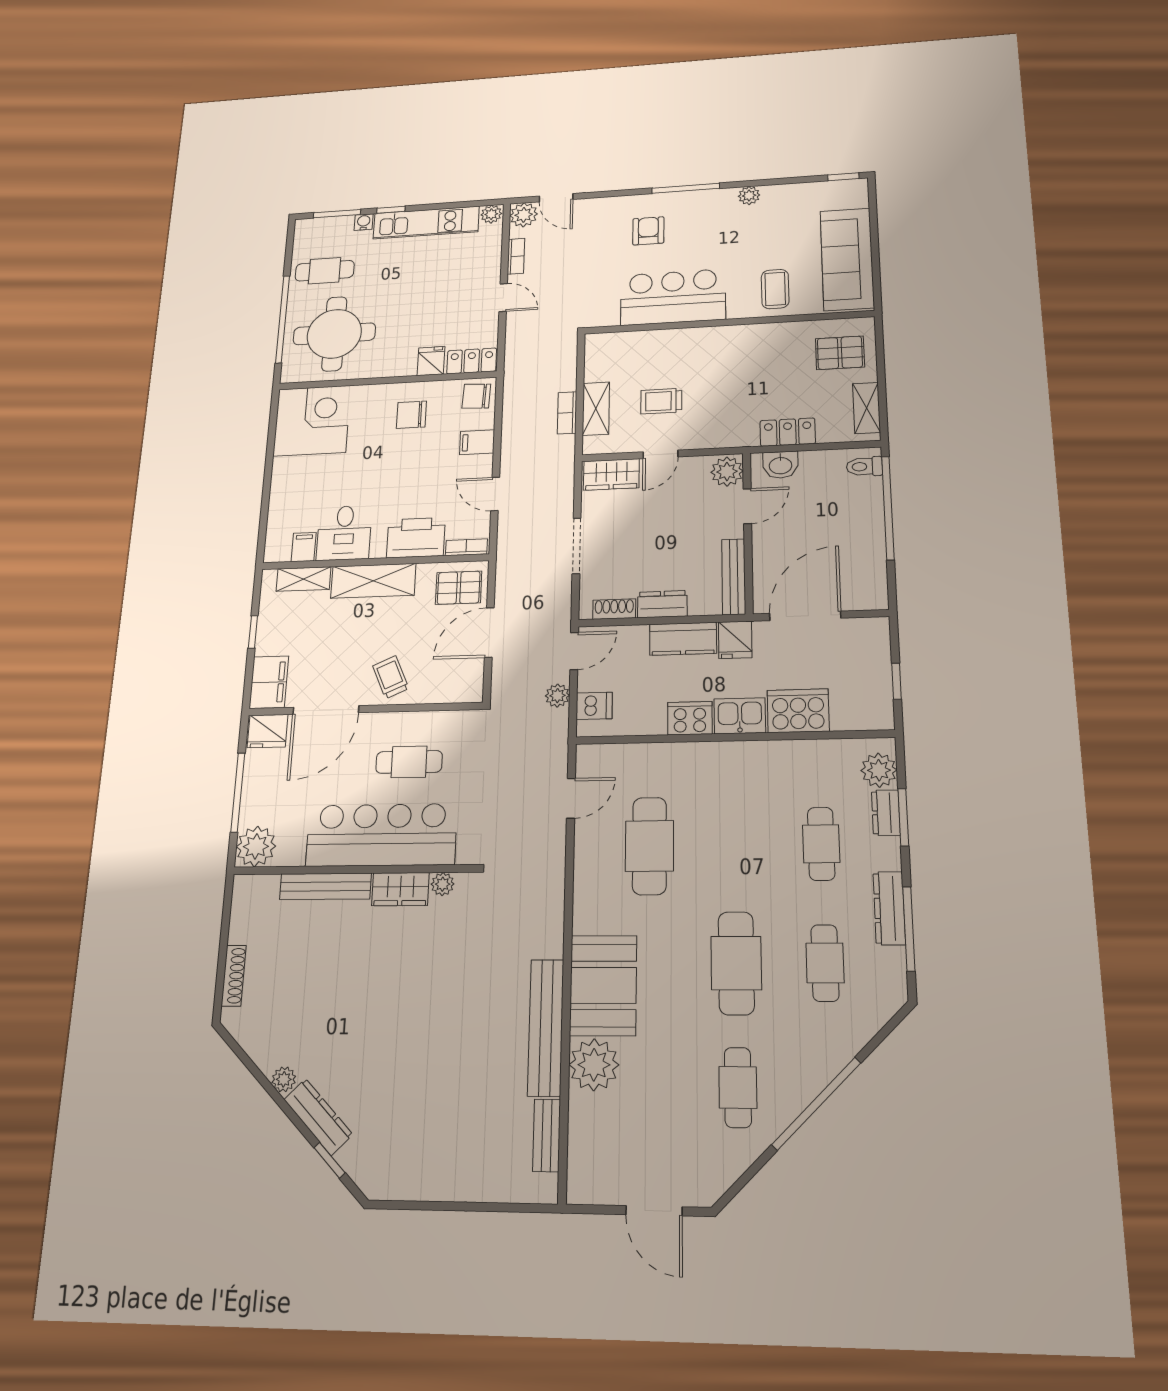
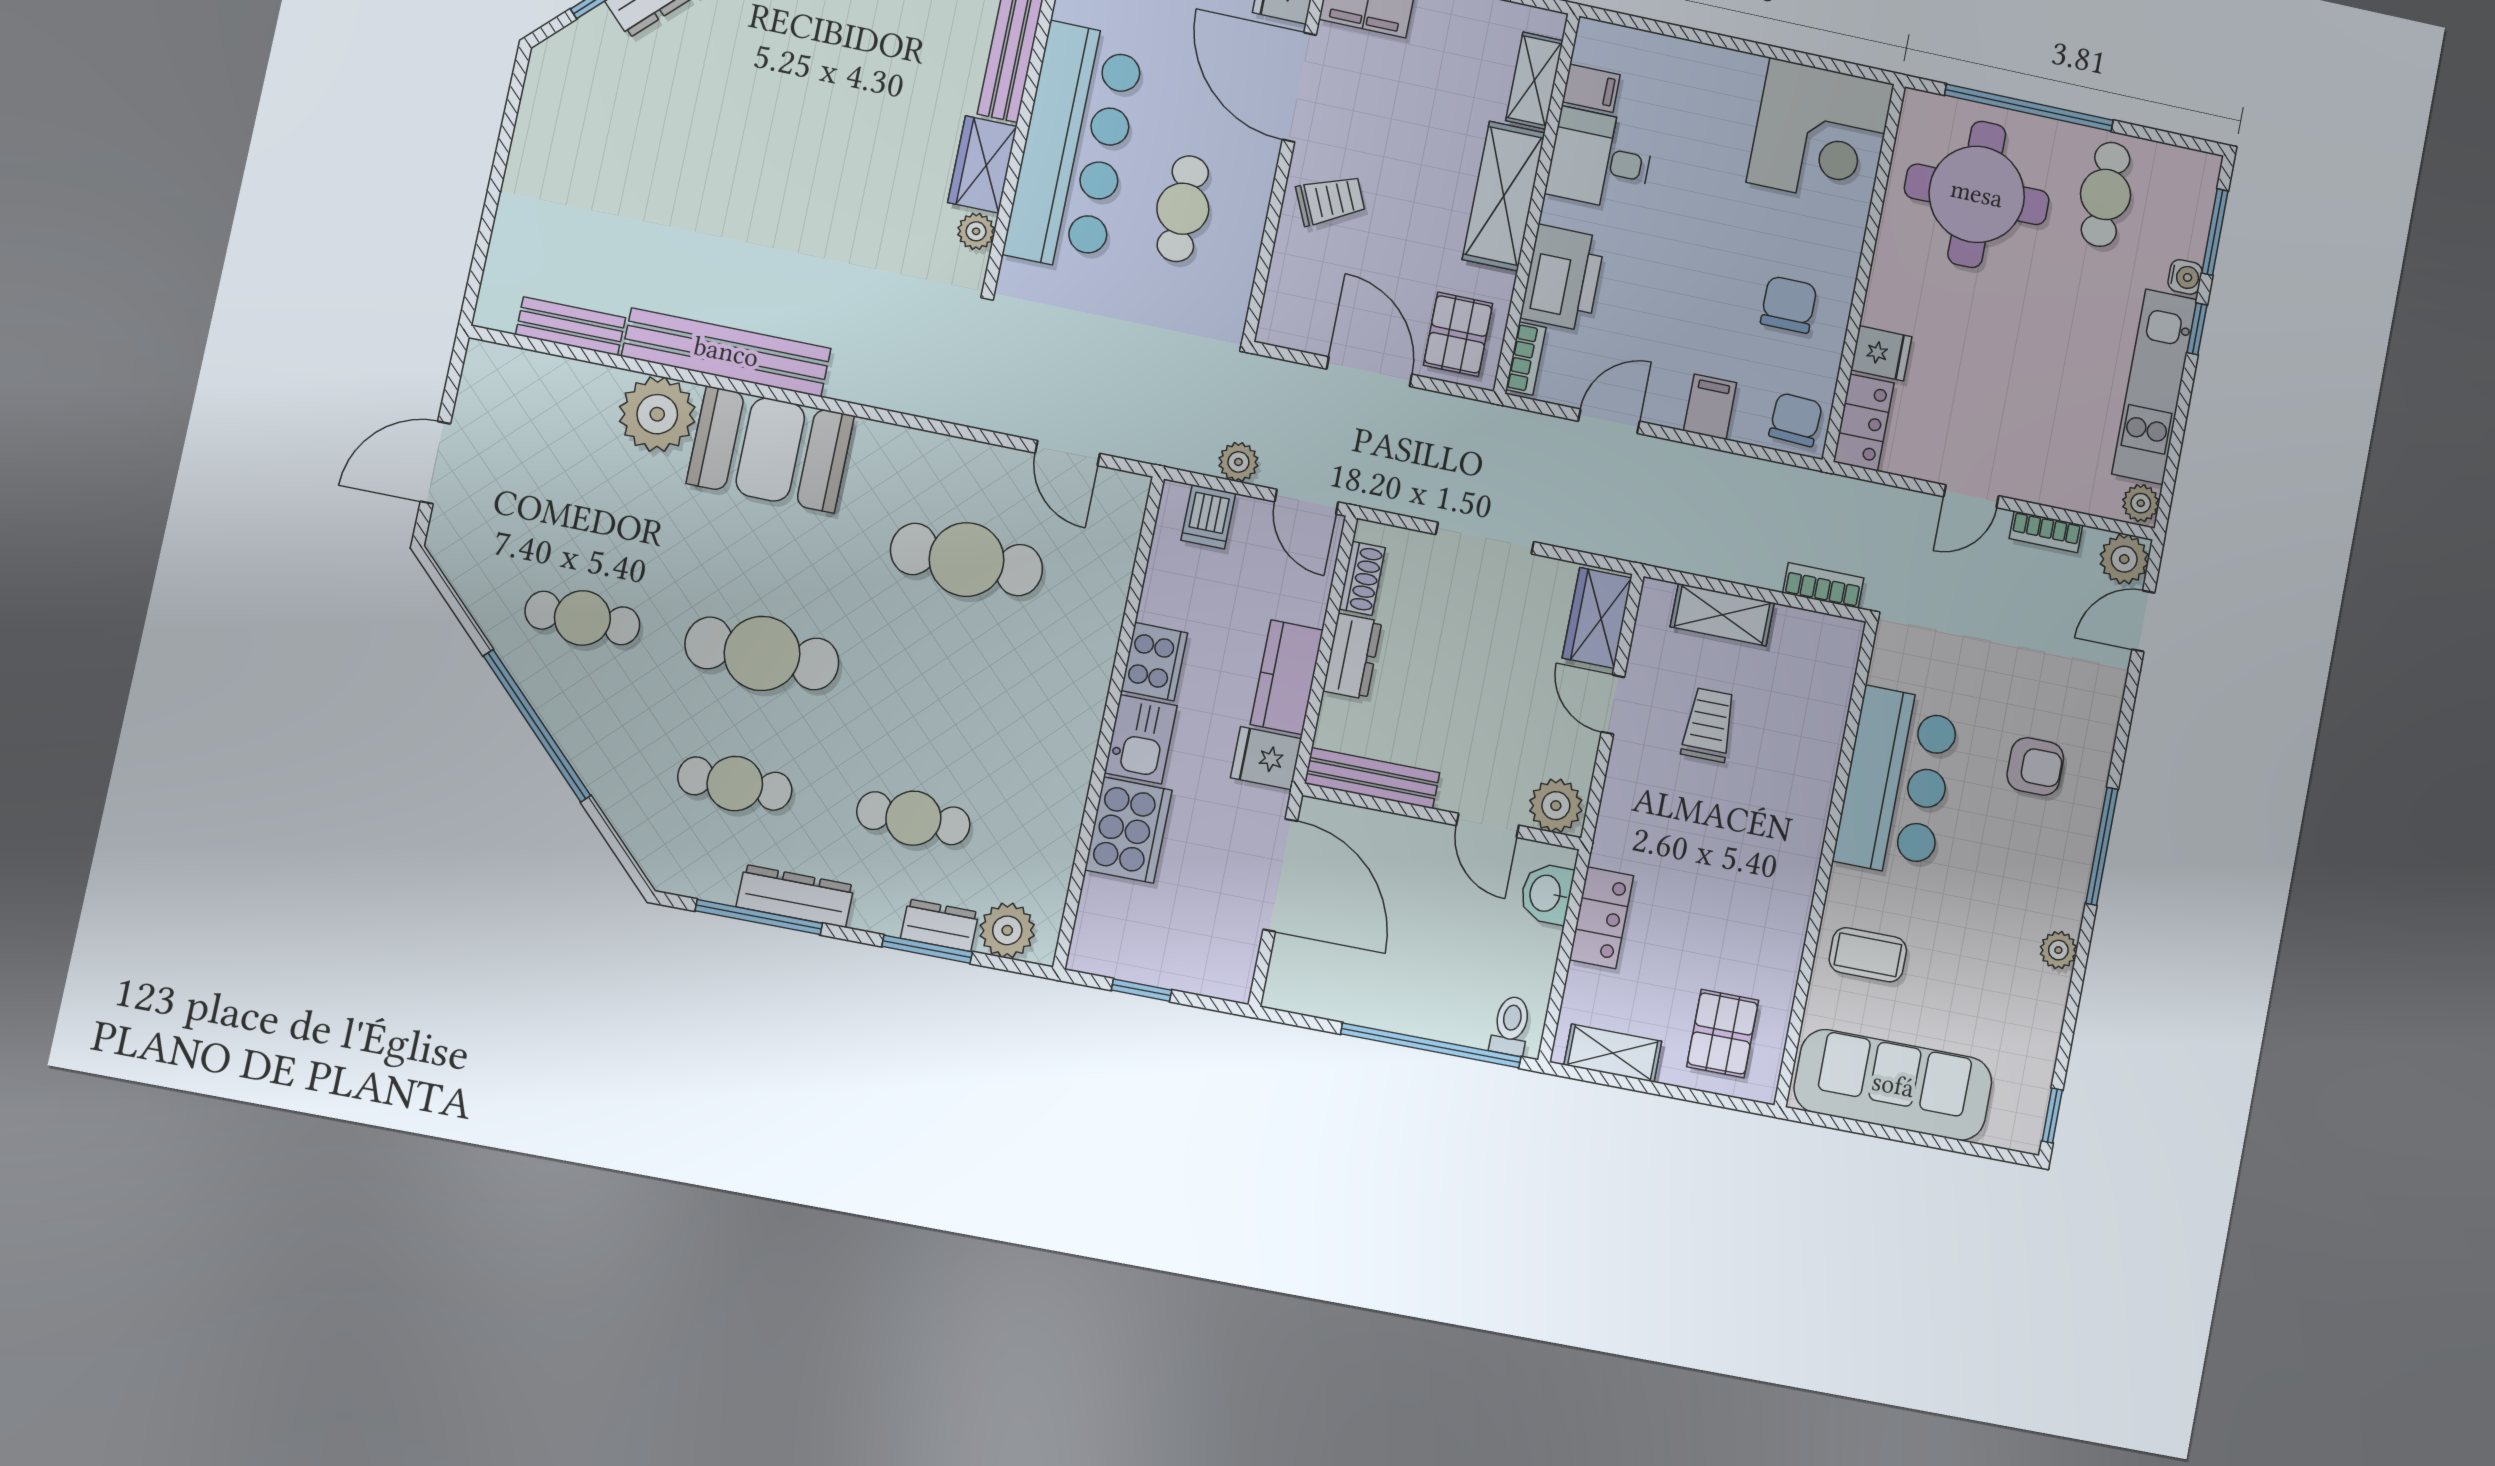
bookcase: (567, 413) -> (1823, 585), moved

